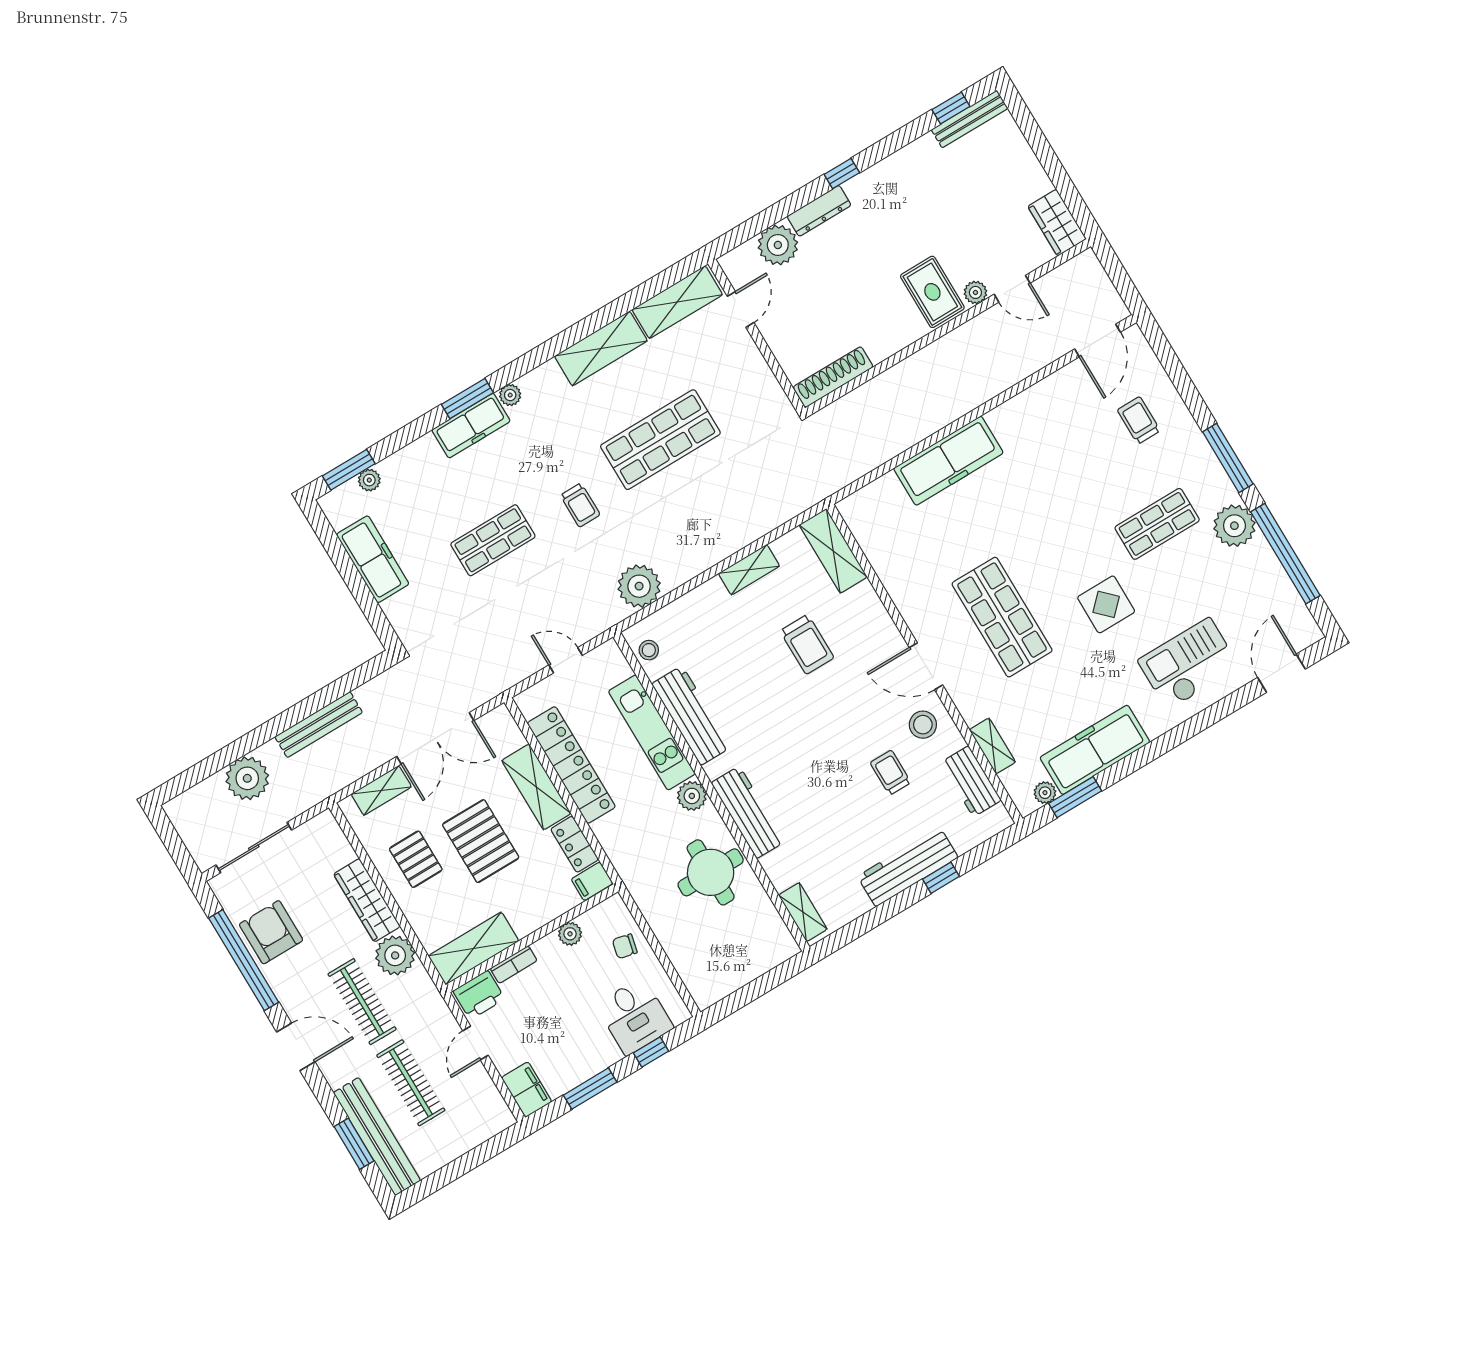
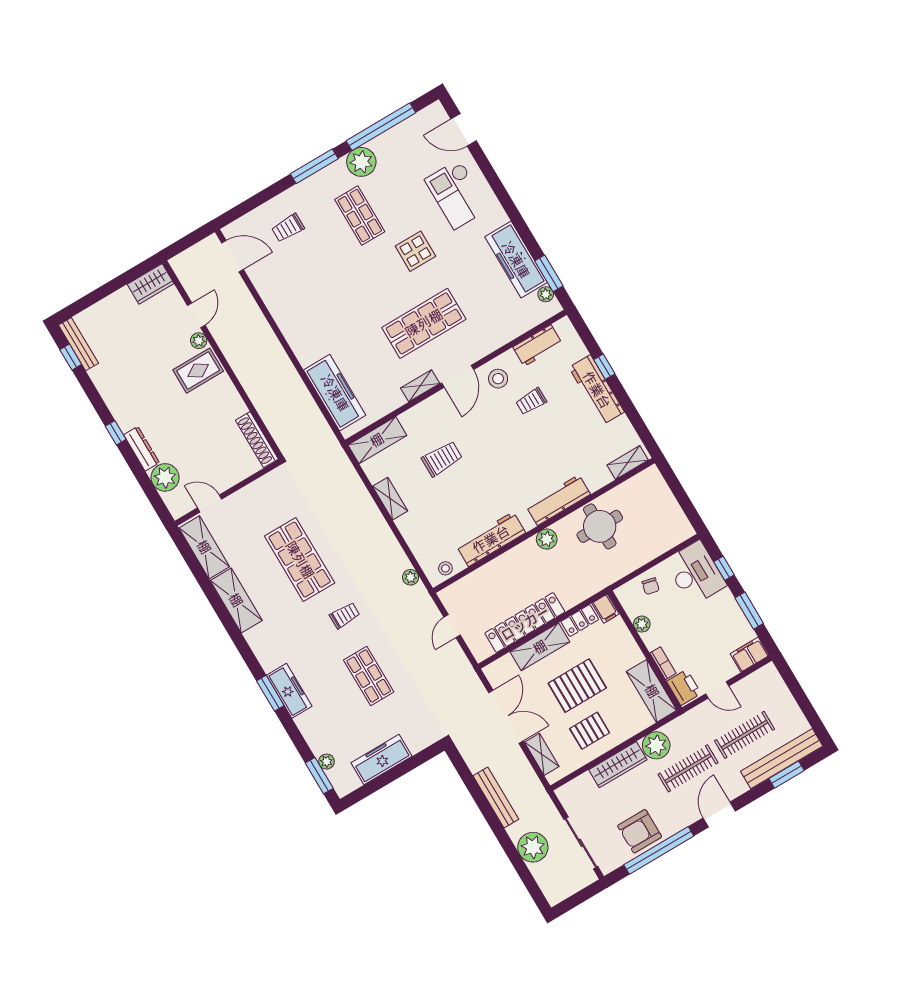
plant: (510, 395) -> (268, 664), removed
freezer: (948, 461) -> (335, 393), moved
plant: (639, 586) -> (411, 577), width x0.53, depth x0.53
kitchen unit: (652, 732) -> (503, 567), removed
shelving: (992, 746) -> (420, 386), moved
desk: (635, 1016) -> (695, 573), width x1.37

